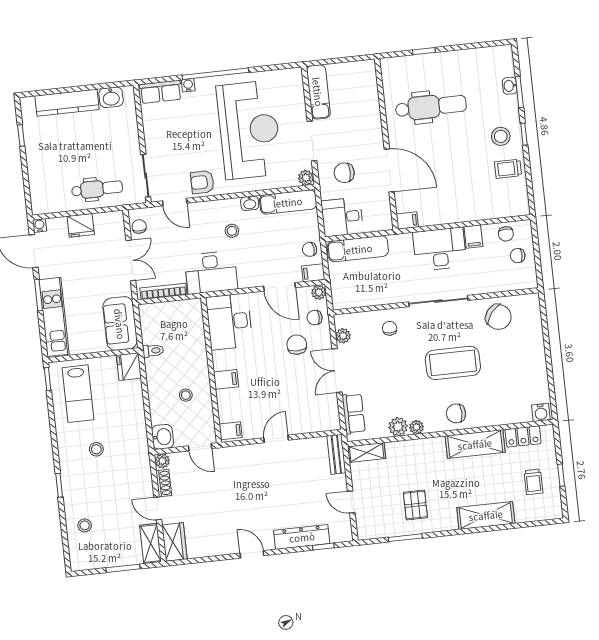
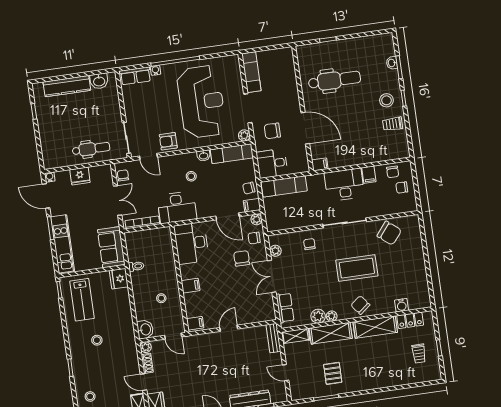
water cooler: (541, 412) -> (402, 305), moved
chair: (456, 413) -> (360, 305), turned 52
shelving: (486, 515) -> (331, 333), moved

